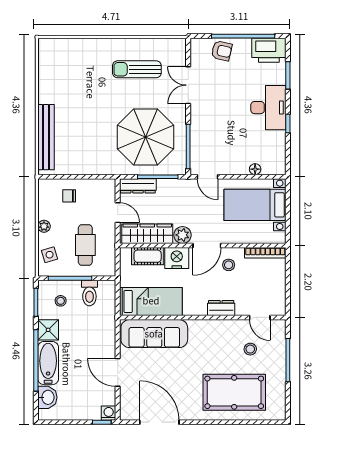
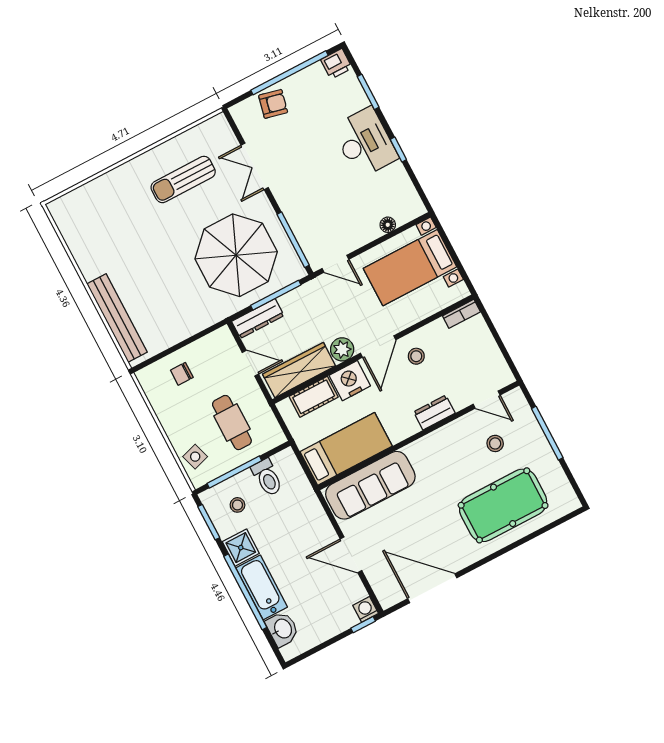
printer: (269, 50) -> (336, 64), width x0.53, depth x0.68
plant: (44, 226) -> (171, 426), removed
bookcase: (265, 253) -> (461, 314), width x0.64

